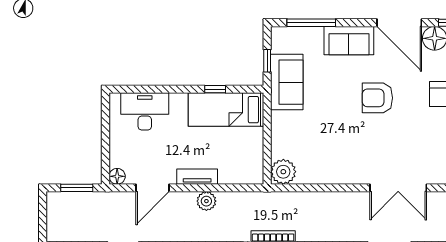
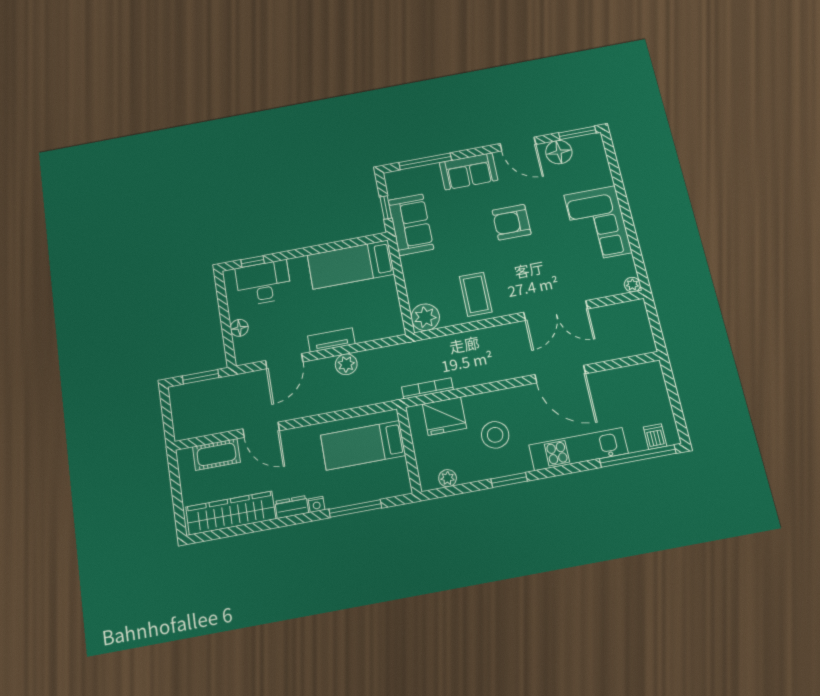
door: (399, 23) -> (518, 144), width x0.73
window: (215, 89) -> (253, 262), moved
coffee table: (332, 159) -> (476, 294), added
floor lamp: (117, 176) -> (239, 328), moved

